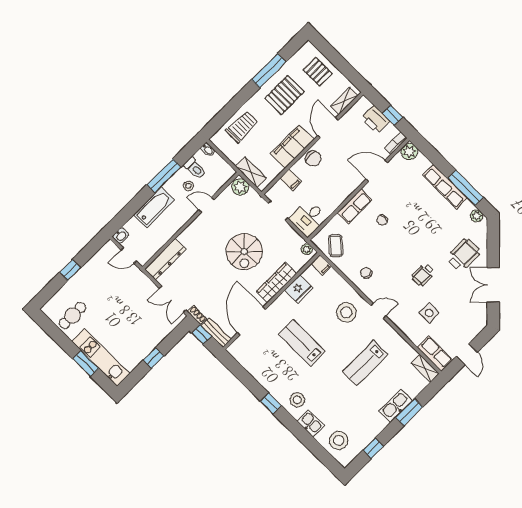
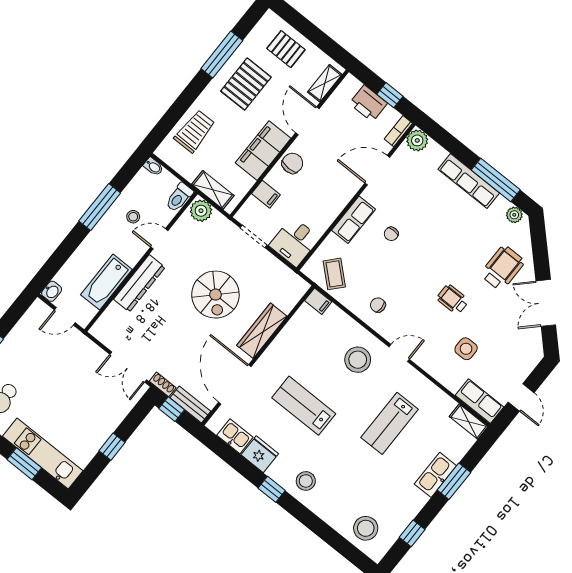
chair: (313, 159) -> (292, 163), turned -90
toilet: (195, 168) -> (179, 197), moved, turned 90
bathtub: (154, 207) -> (106, 282), moved, turned 180
plant: (307, 249) -> (297, 283), removed
dresser: (165, 259) -> (139, 283), moved
wheelchair: (423, 275) -> (453, 299), turned 90
fridge: (299, 289) -> (260, 454), moved, turned -90
kitchen sink: (311, 423) -> (235, 436), moved

